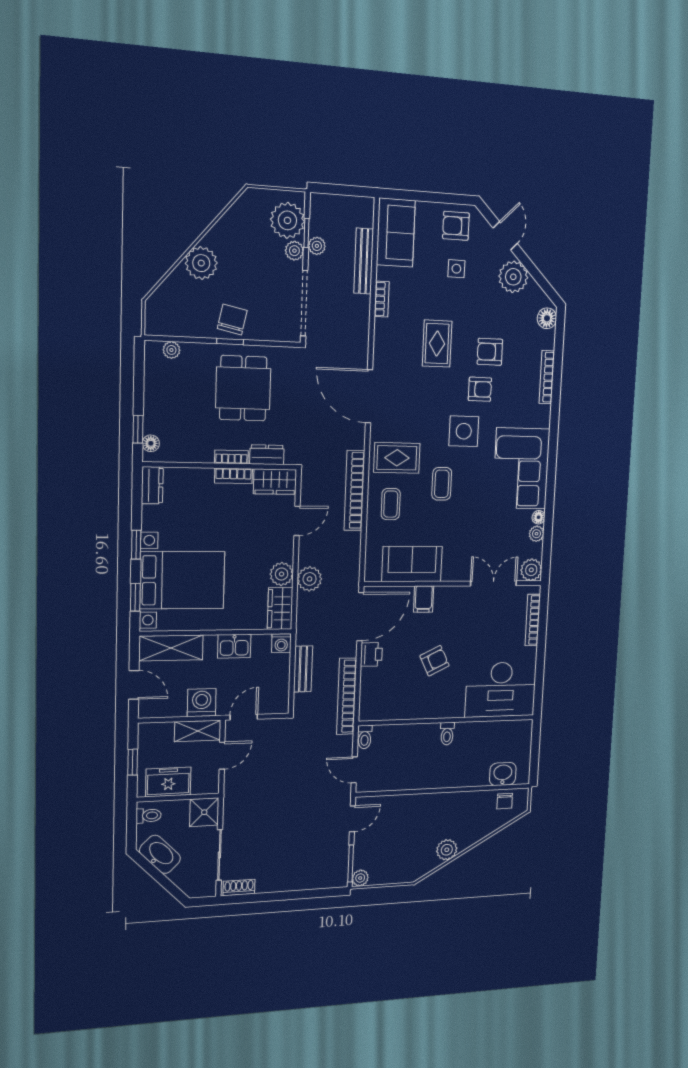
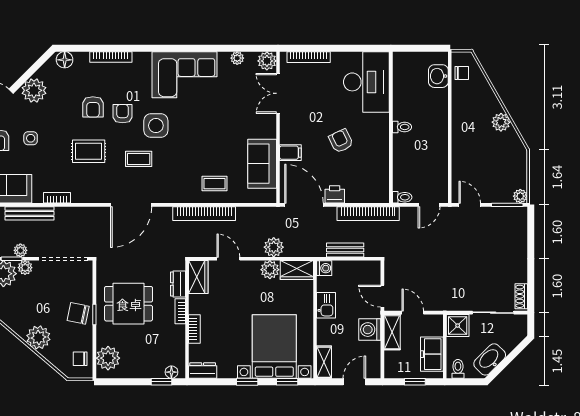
chair: (171, 319) -> (80, 359), added
plant: (171, 350) -> (108, 358), width x1.88, depth x1.88
rug: (397, 458) -> (178, 180), removed
bookcase: (234, 476) -> (194, 329), moved
coffee table: (442, 484) -> (139, 159), moved
floor lamp: (539, 517) -> (224, 57), removed
shelving: (171, 648) -> (324, 362), width x0.67, depth x0.75

